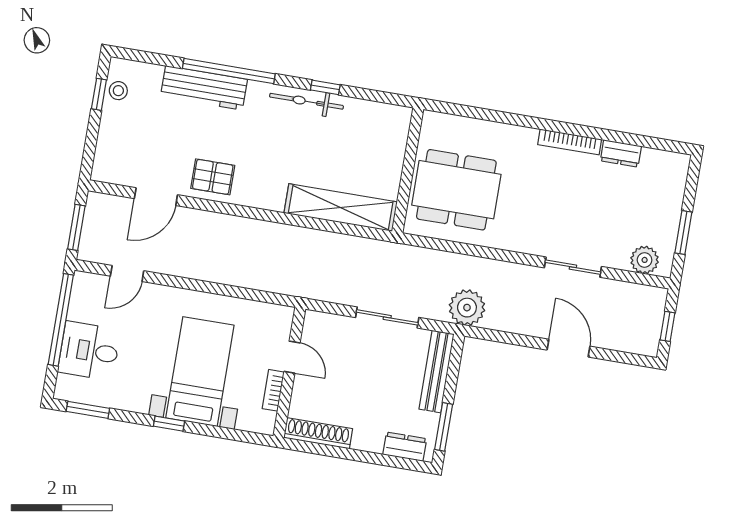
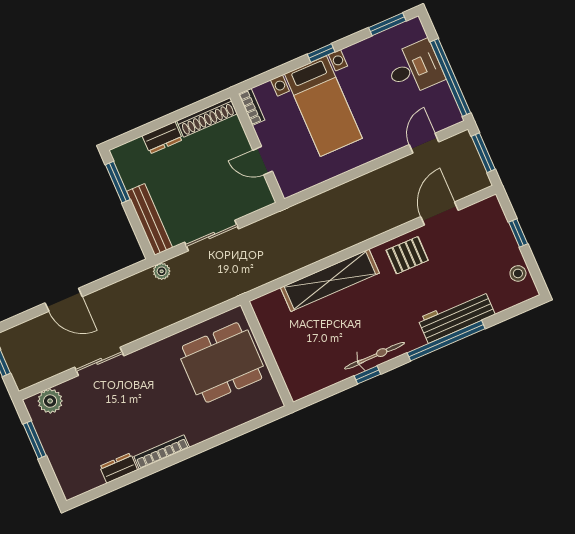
window: (99, 94) -> (518, 233), moved
shelving: (341, 208) -> (330, 280), moved
plant: (467, 308) -> (162, 271), width x0.53, depth x0.53
bookcase: (273, 390) -> (252, 107), moved
dresser: (405, 447) -> (162, 138), moved

